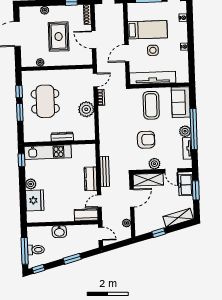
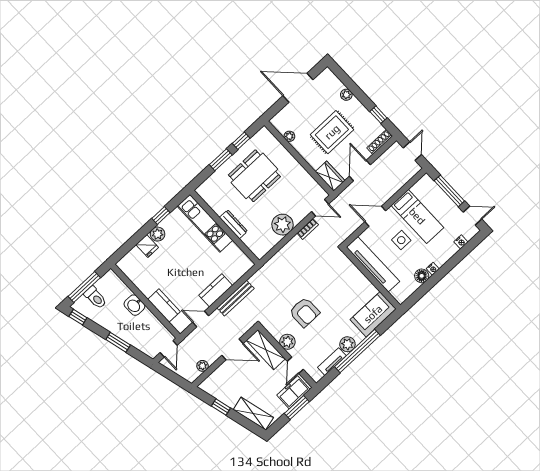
floor lamp: (183, 56) -> (422, 276), added
wardrobe: (82, 59) -> (330, 176), added
coffee table: (151, 105) -> (344, 287), removed
window: (21, 160) -> (161, 216), moved
fridge: (35, 200) -> (147, 246), width x0.53, depth x0.75
kitchen counter: (86, 215) -> (164, 305), moved

